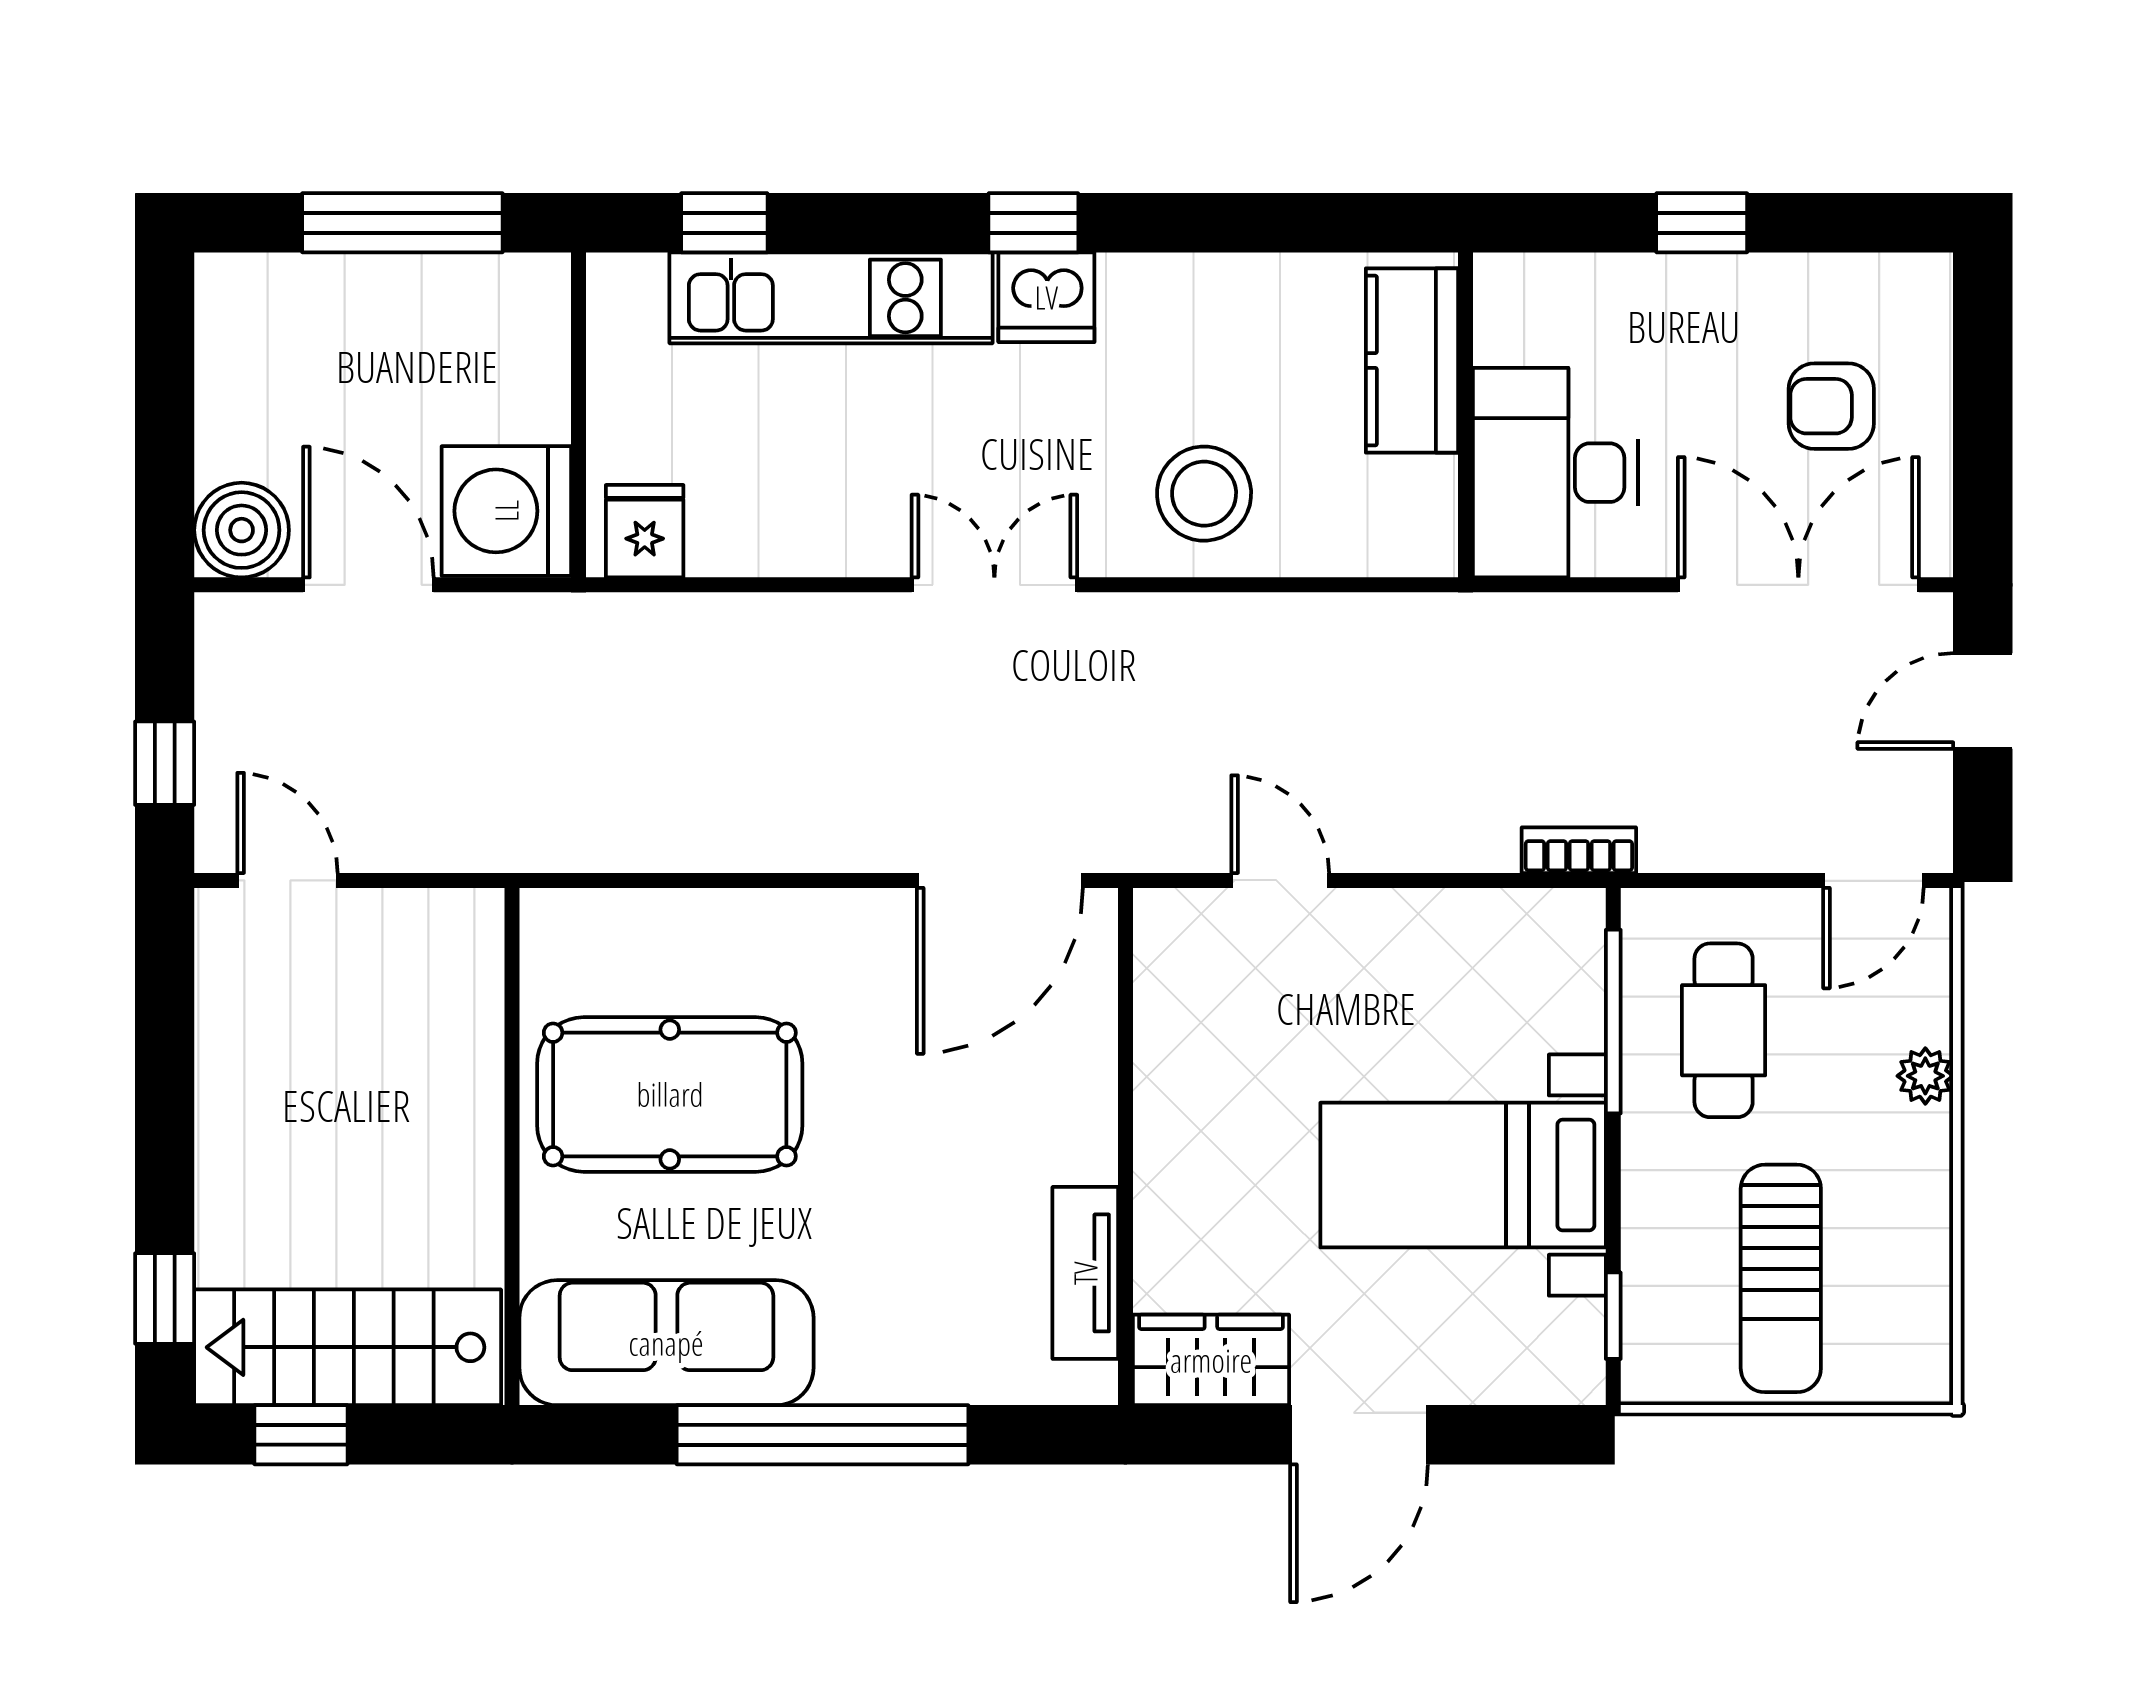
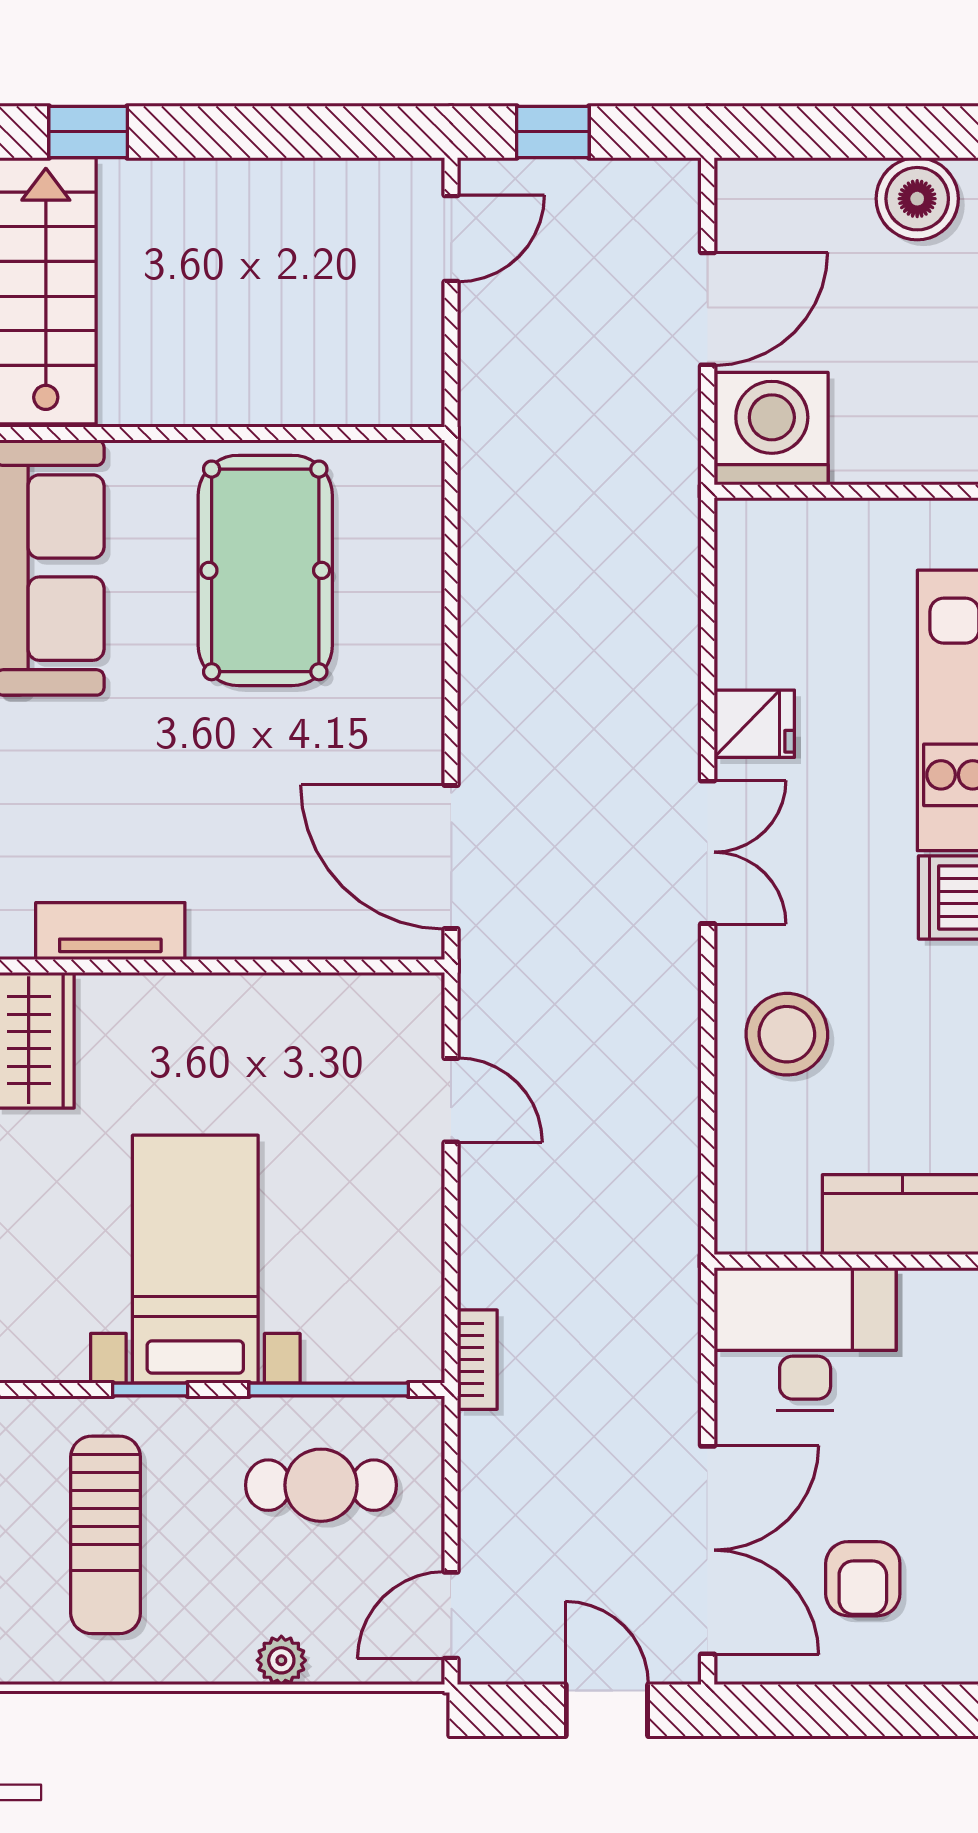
armchair: (1831, 406) -> (863, 1579), turned 180
boiler: (242, 530) -> (917, 199), moved
fridge: (645, 531) -> (754, 724), moved
door: (1280, 880) -> (451, 1100), hinge flipped
door: (1873, 880) -> (451, 1615), hinge flipped
sun lounger: (1781, 1278) -> (106, 1535), turned -90
window: (1613, 1316) -> (150, 1389), moved

